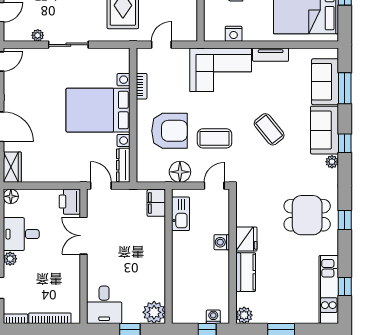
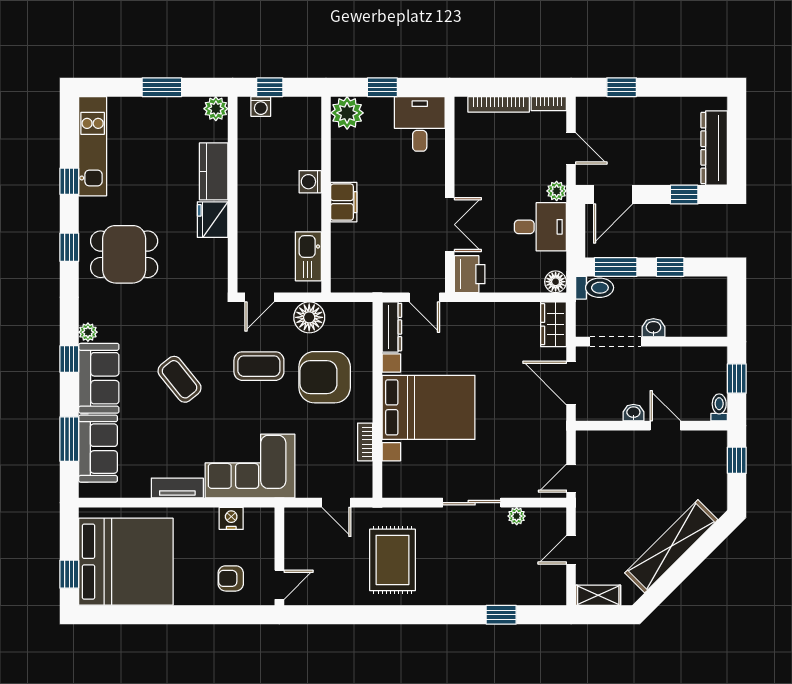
door: (161, 45) -> (336, 503), hinge flipped
filing cabinet: (156, 203) -> (344, 202), moved
washing machine: (222, 242) -> (310, 182), moved, turned 180
window: (345, 287) -> (69, 181), moved

